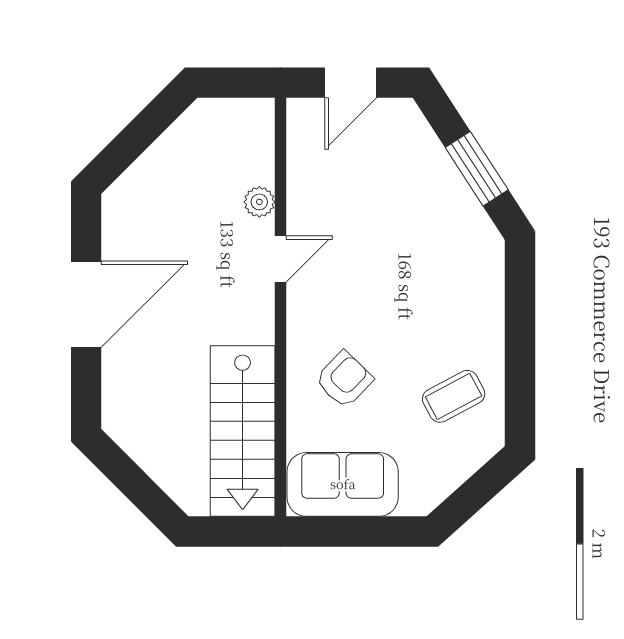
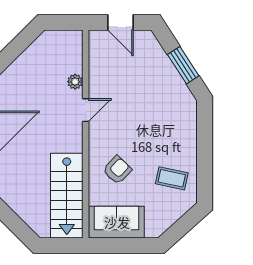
door: (351, 83) -> (121, 22), hinge flipped
coffee table: (454, 396) -> (172, 178), turned 40

